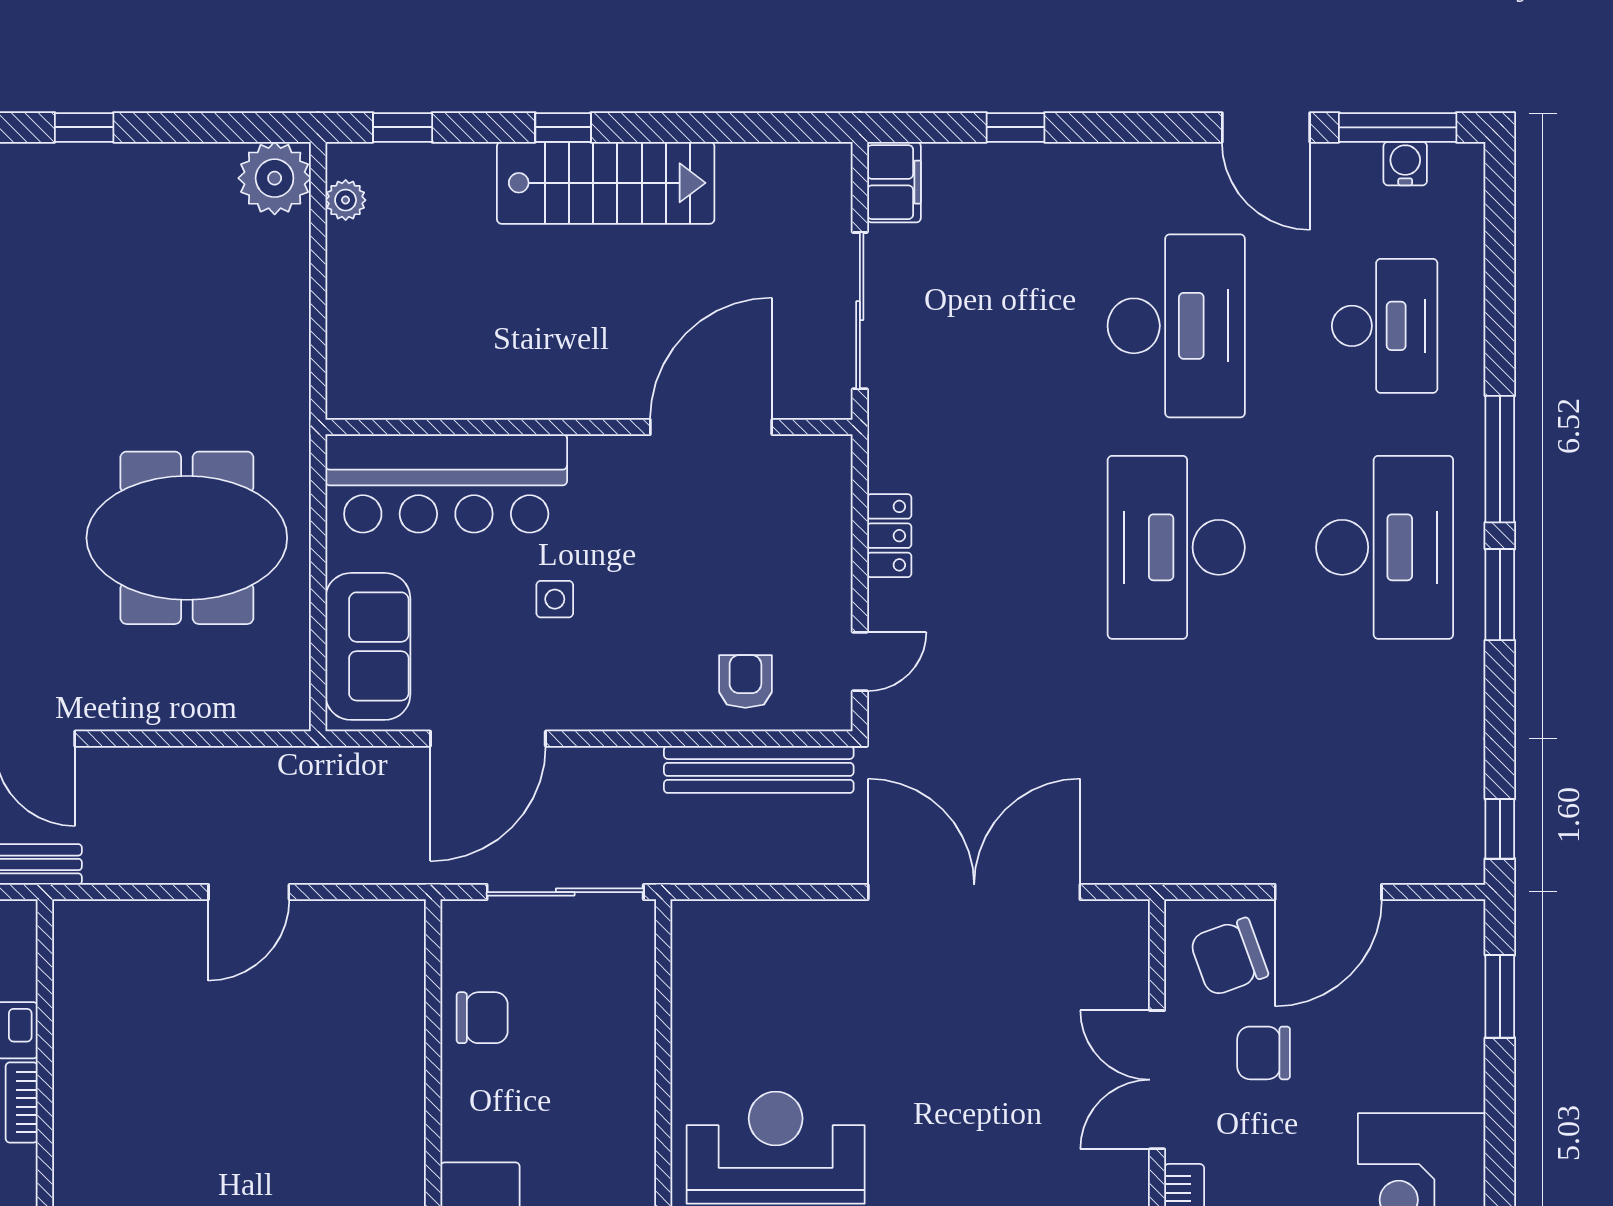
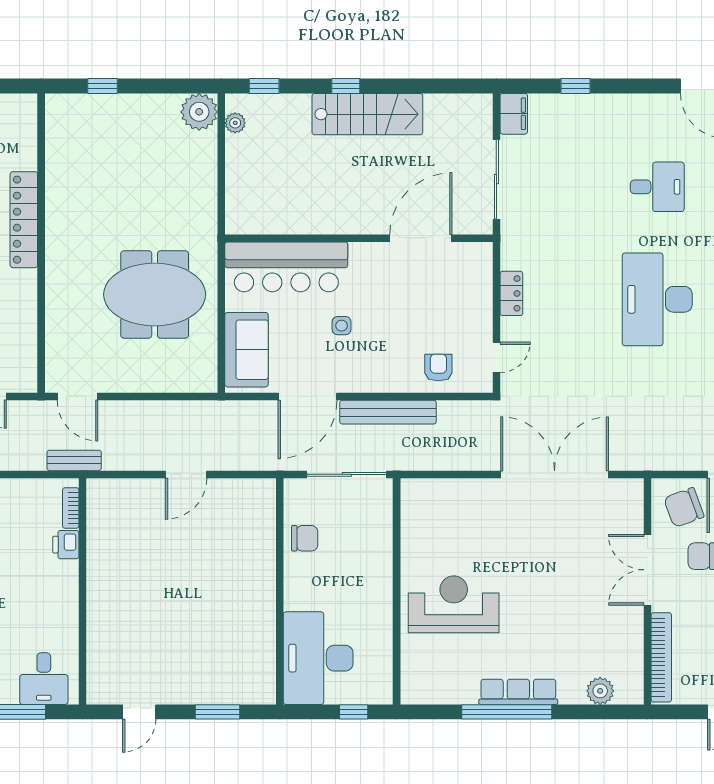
desk: (1176, 326) -> (657, 187), width x0.53, depth x0.77
bench: (759, 769) -> (388, 412), moved
bookcase: (22, 1102) -> (71, 508), moved

